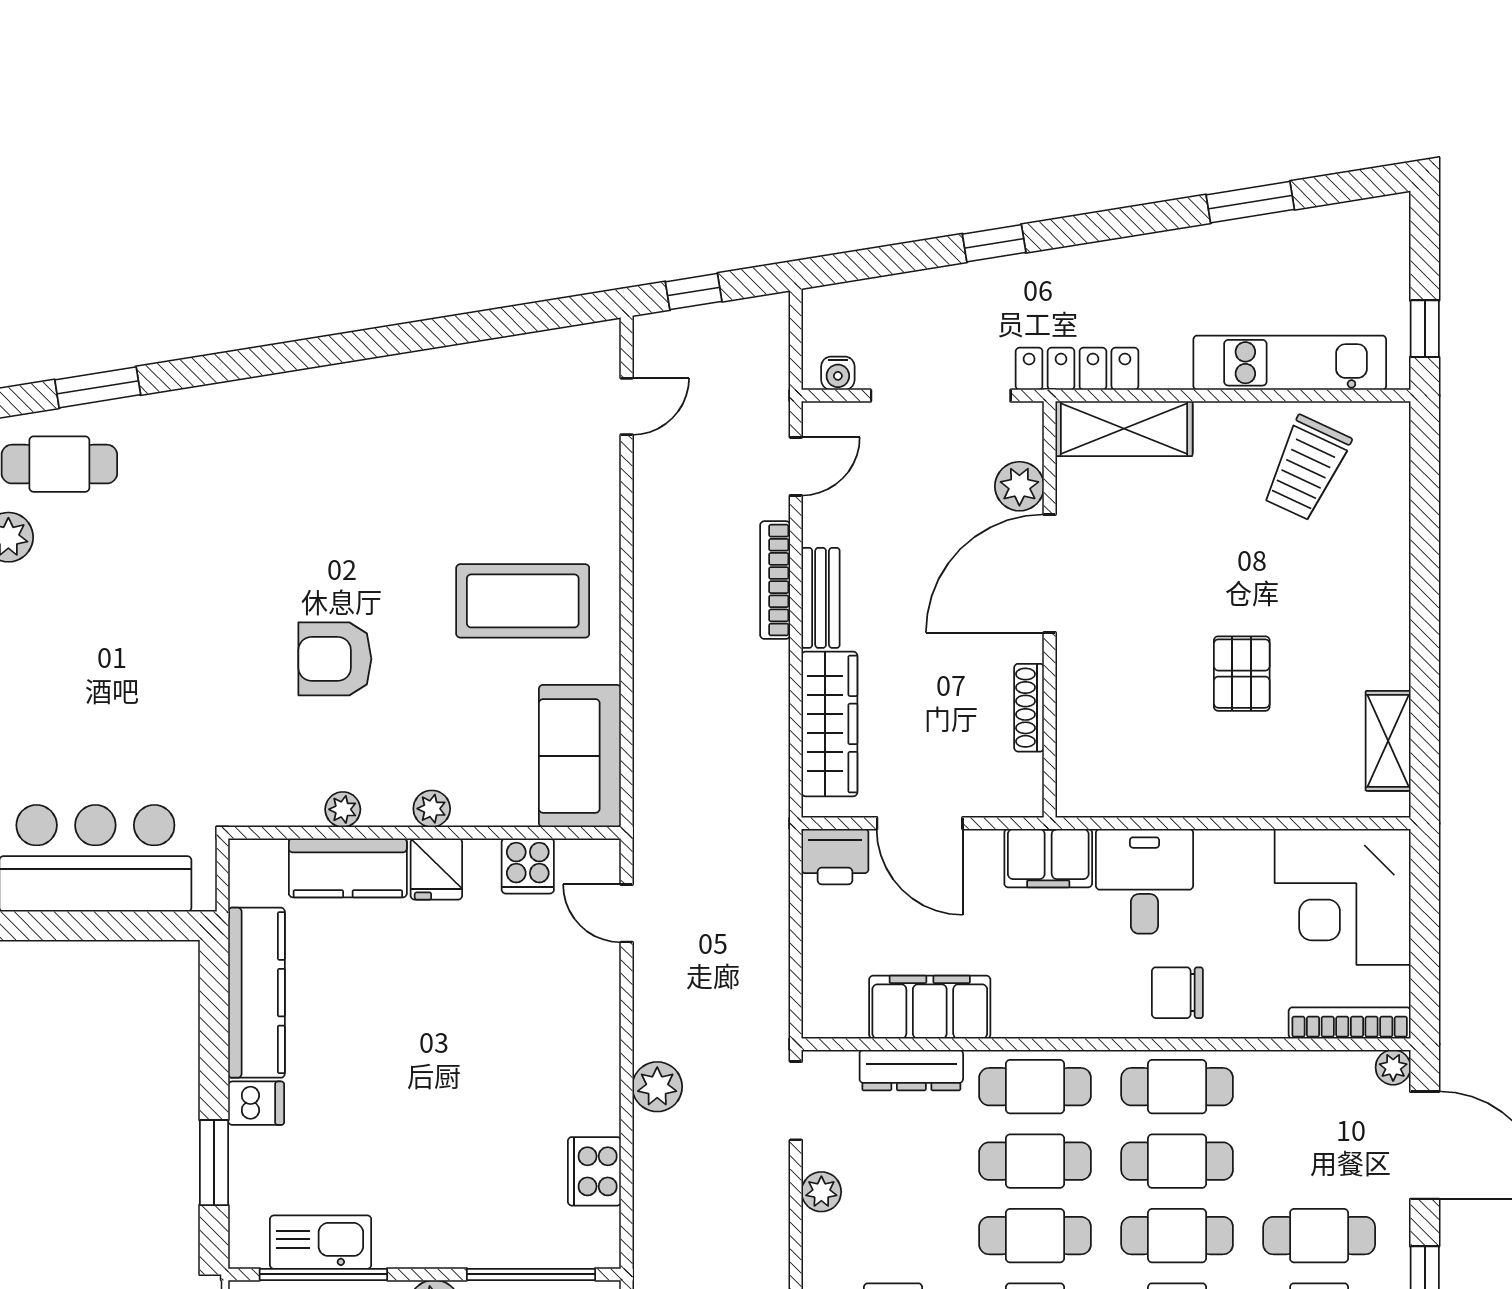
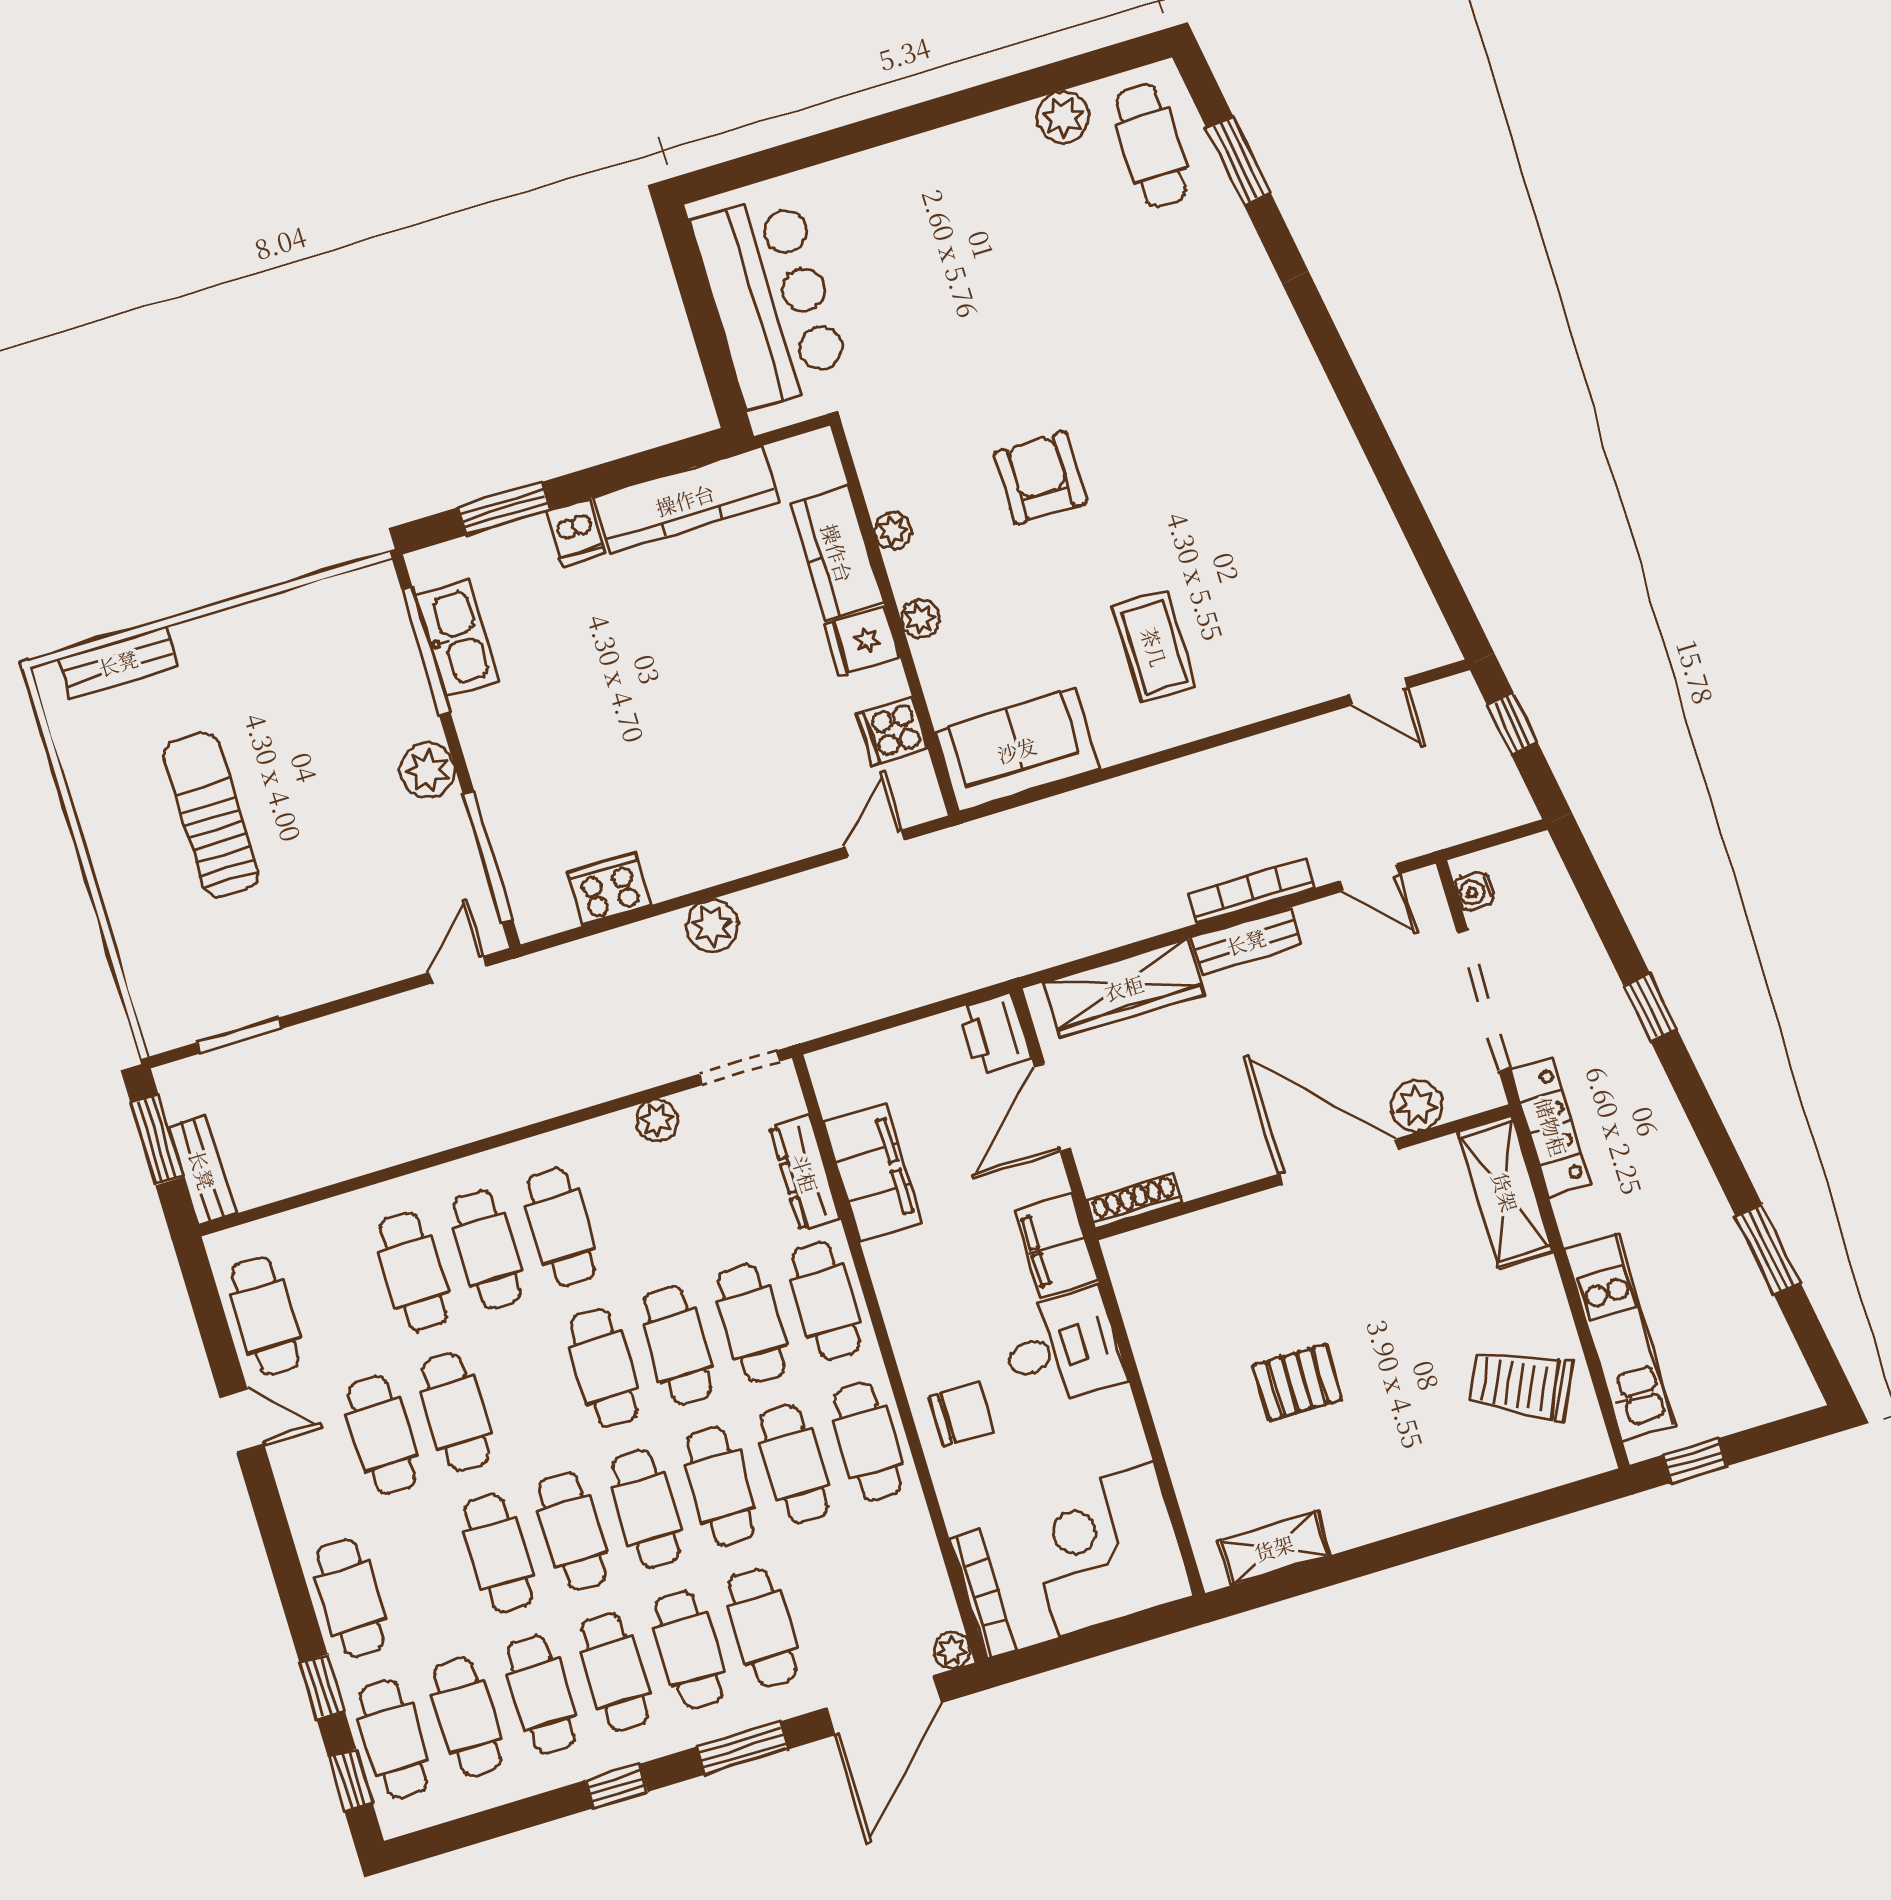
coffee table: (523, 601) -> (1154, 647), width x0.73, depth x0.76
shoe rack: (1029, 708) -> (1134, 1201), moved
chair: (1177, 993) -> (961, 1414), turned 90

